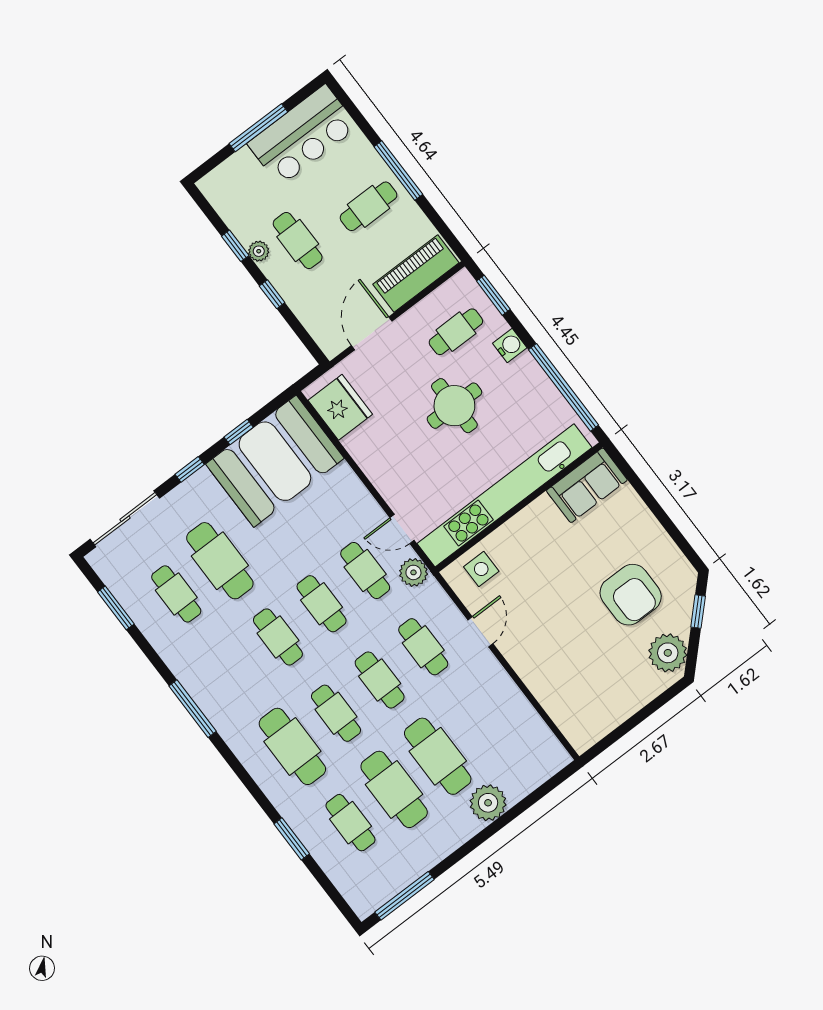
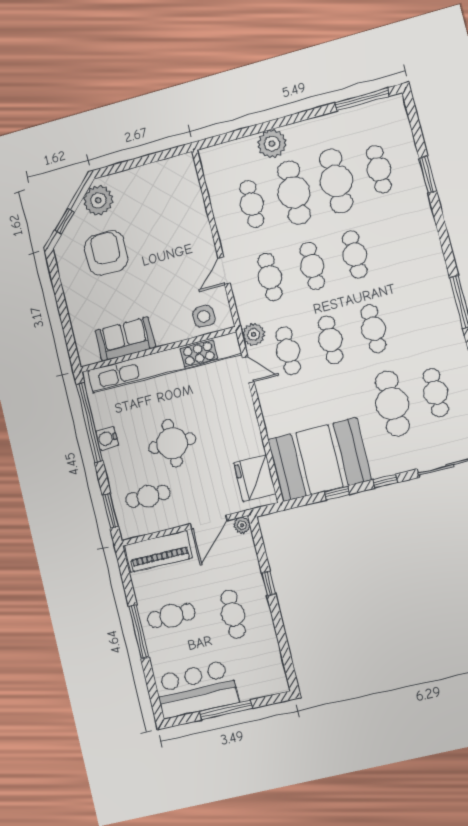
window: (235, 246) -> (280, 631), removed
plant: (259, 251) -> (242, 525), moved
water cooler: (510, 346) -> (107, 438), moved
sofa: (587, 485) -> (125, 339), moved
cafe table: (292, 746) -> (252, 204), moved, width x0.73, depth x0.74

